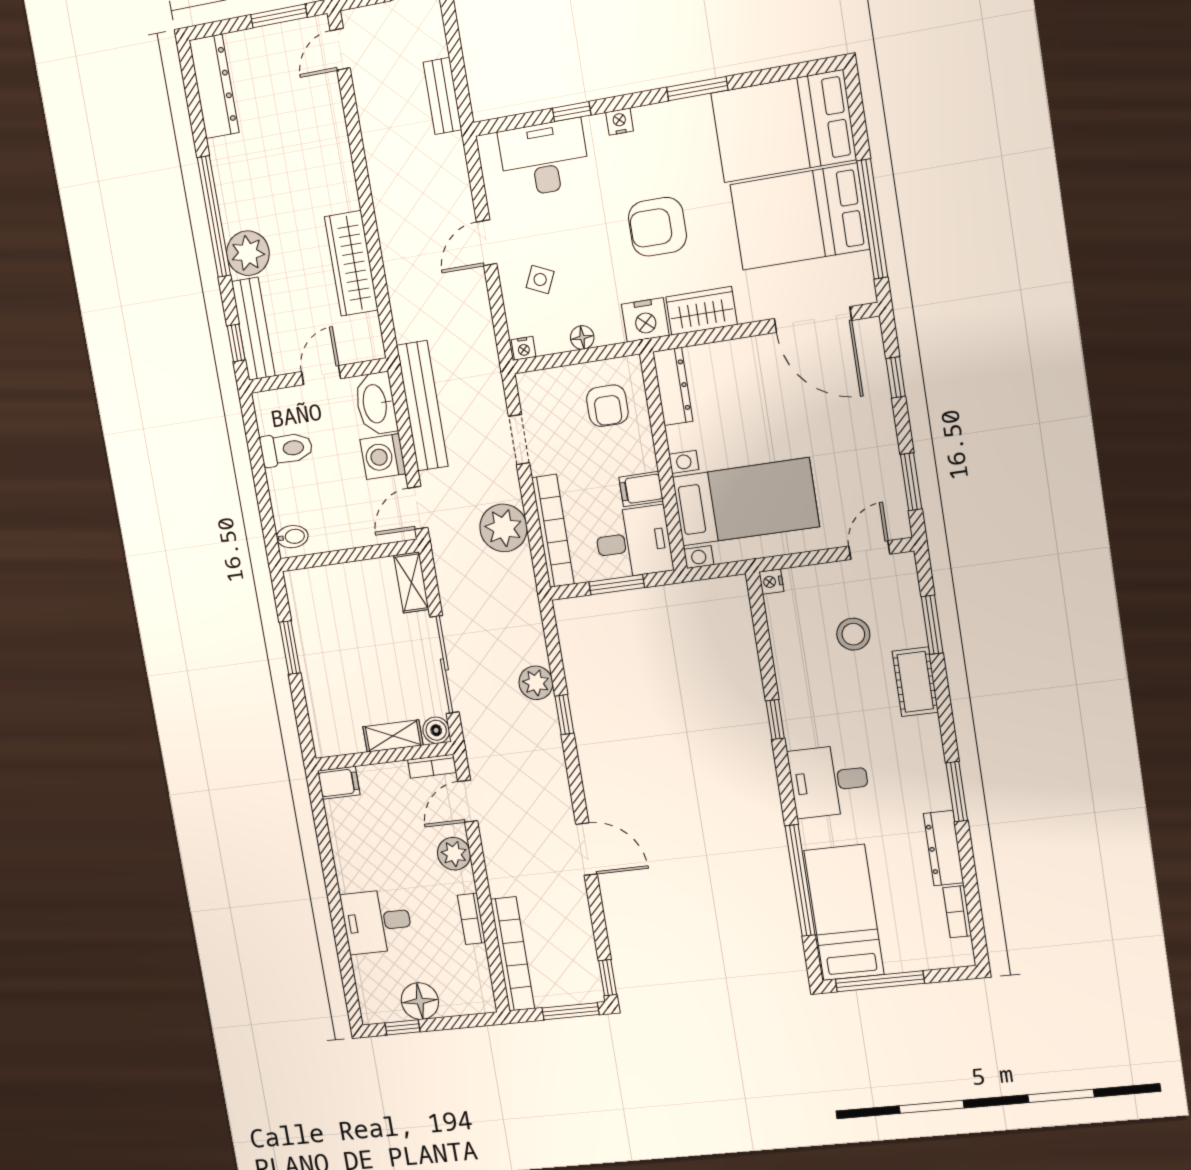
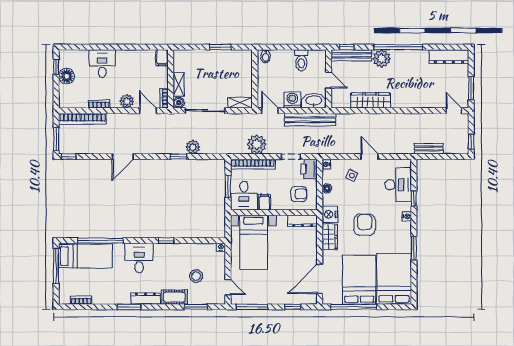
printer: (542, 390) -> (309, 169), added
armchair: (607, 406) -> (299, 194), turned 180
window: (911, 482) -> (252, 307), width x1.44
dresser: (944, 848) -> (145, 299), moved

